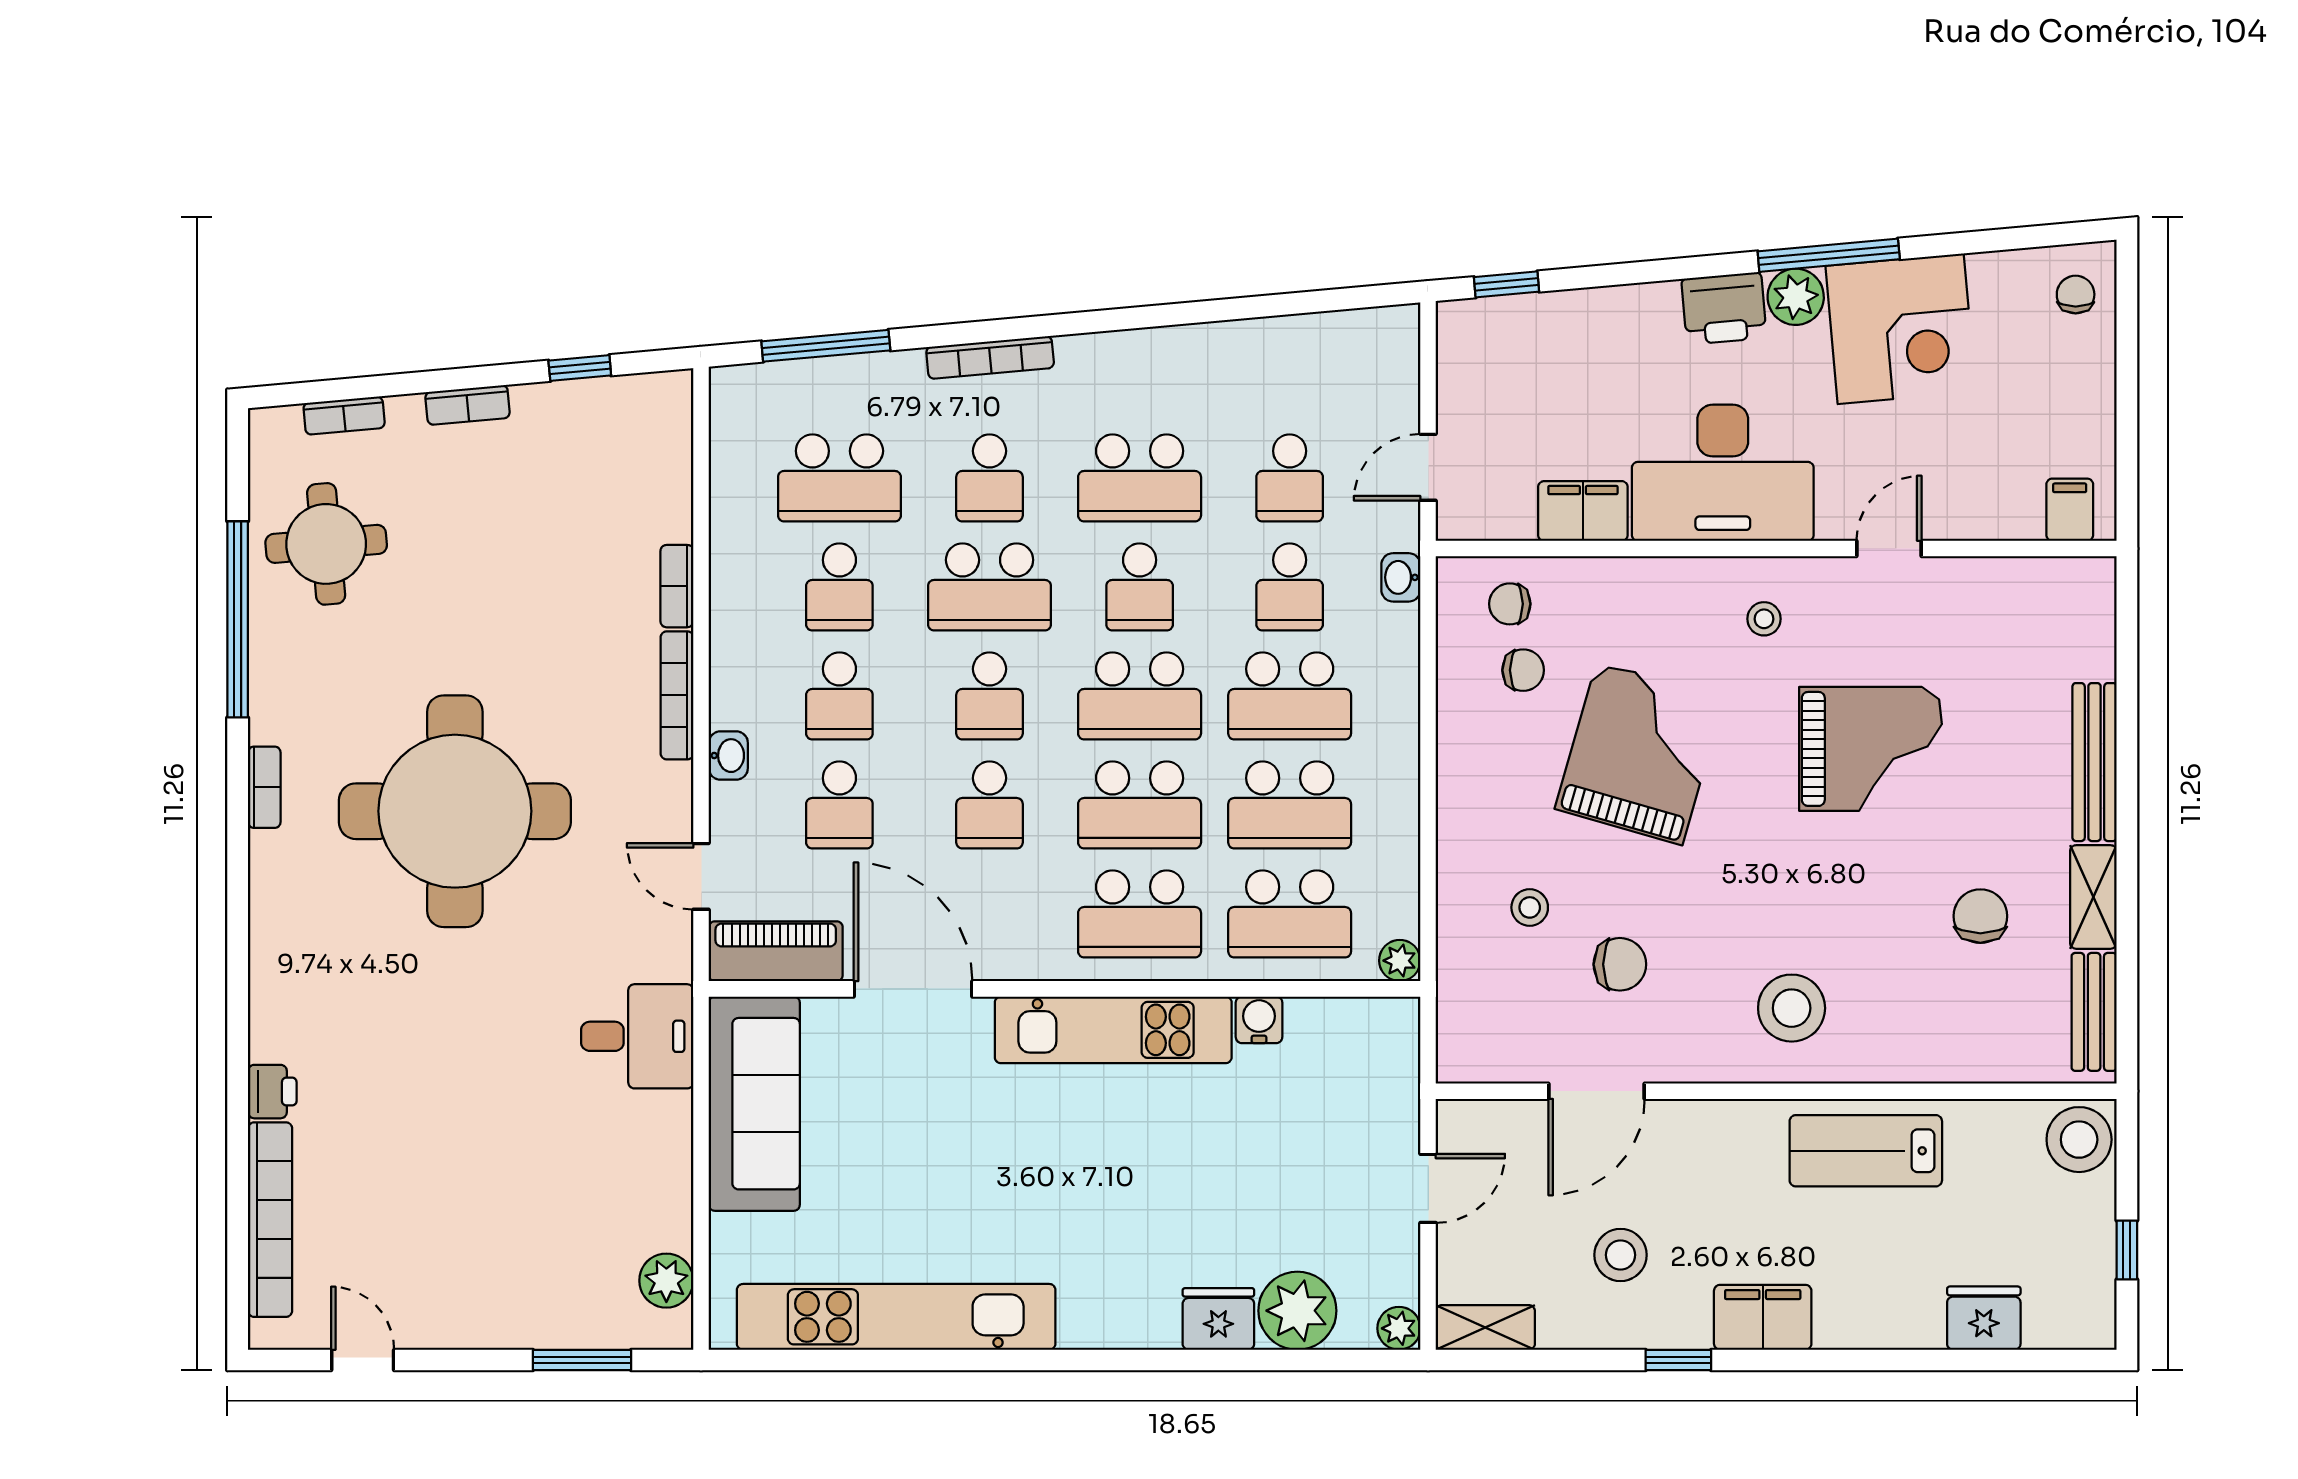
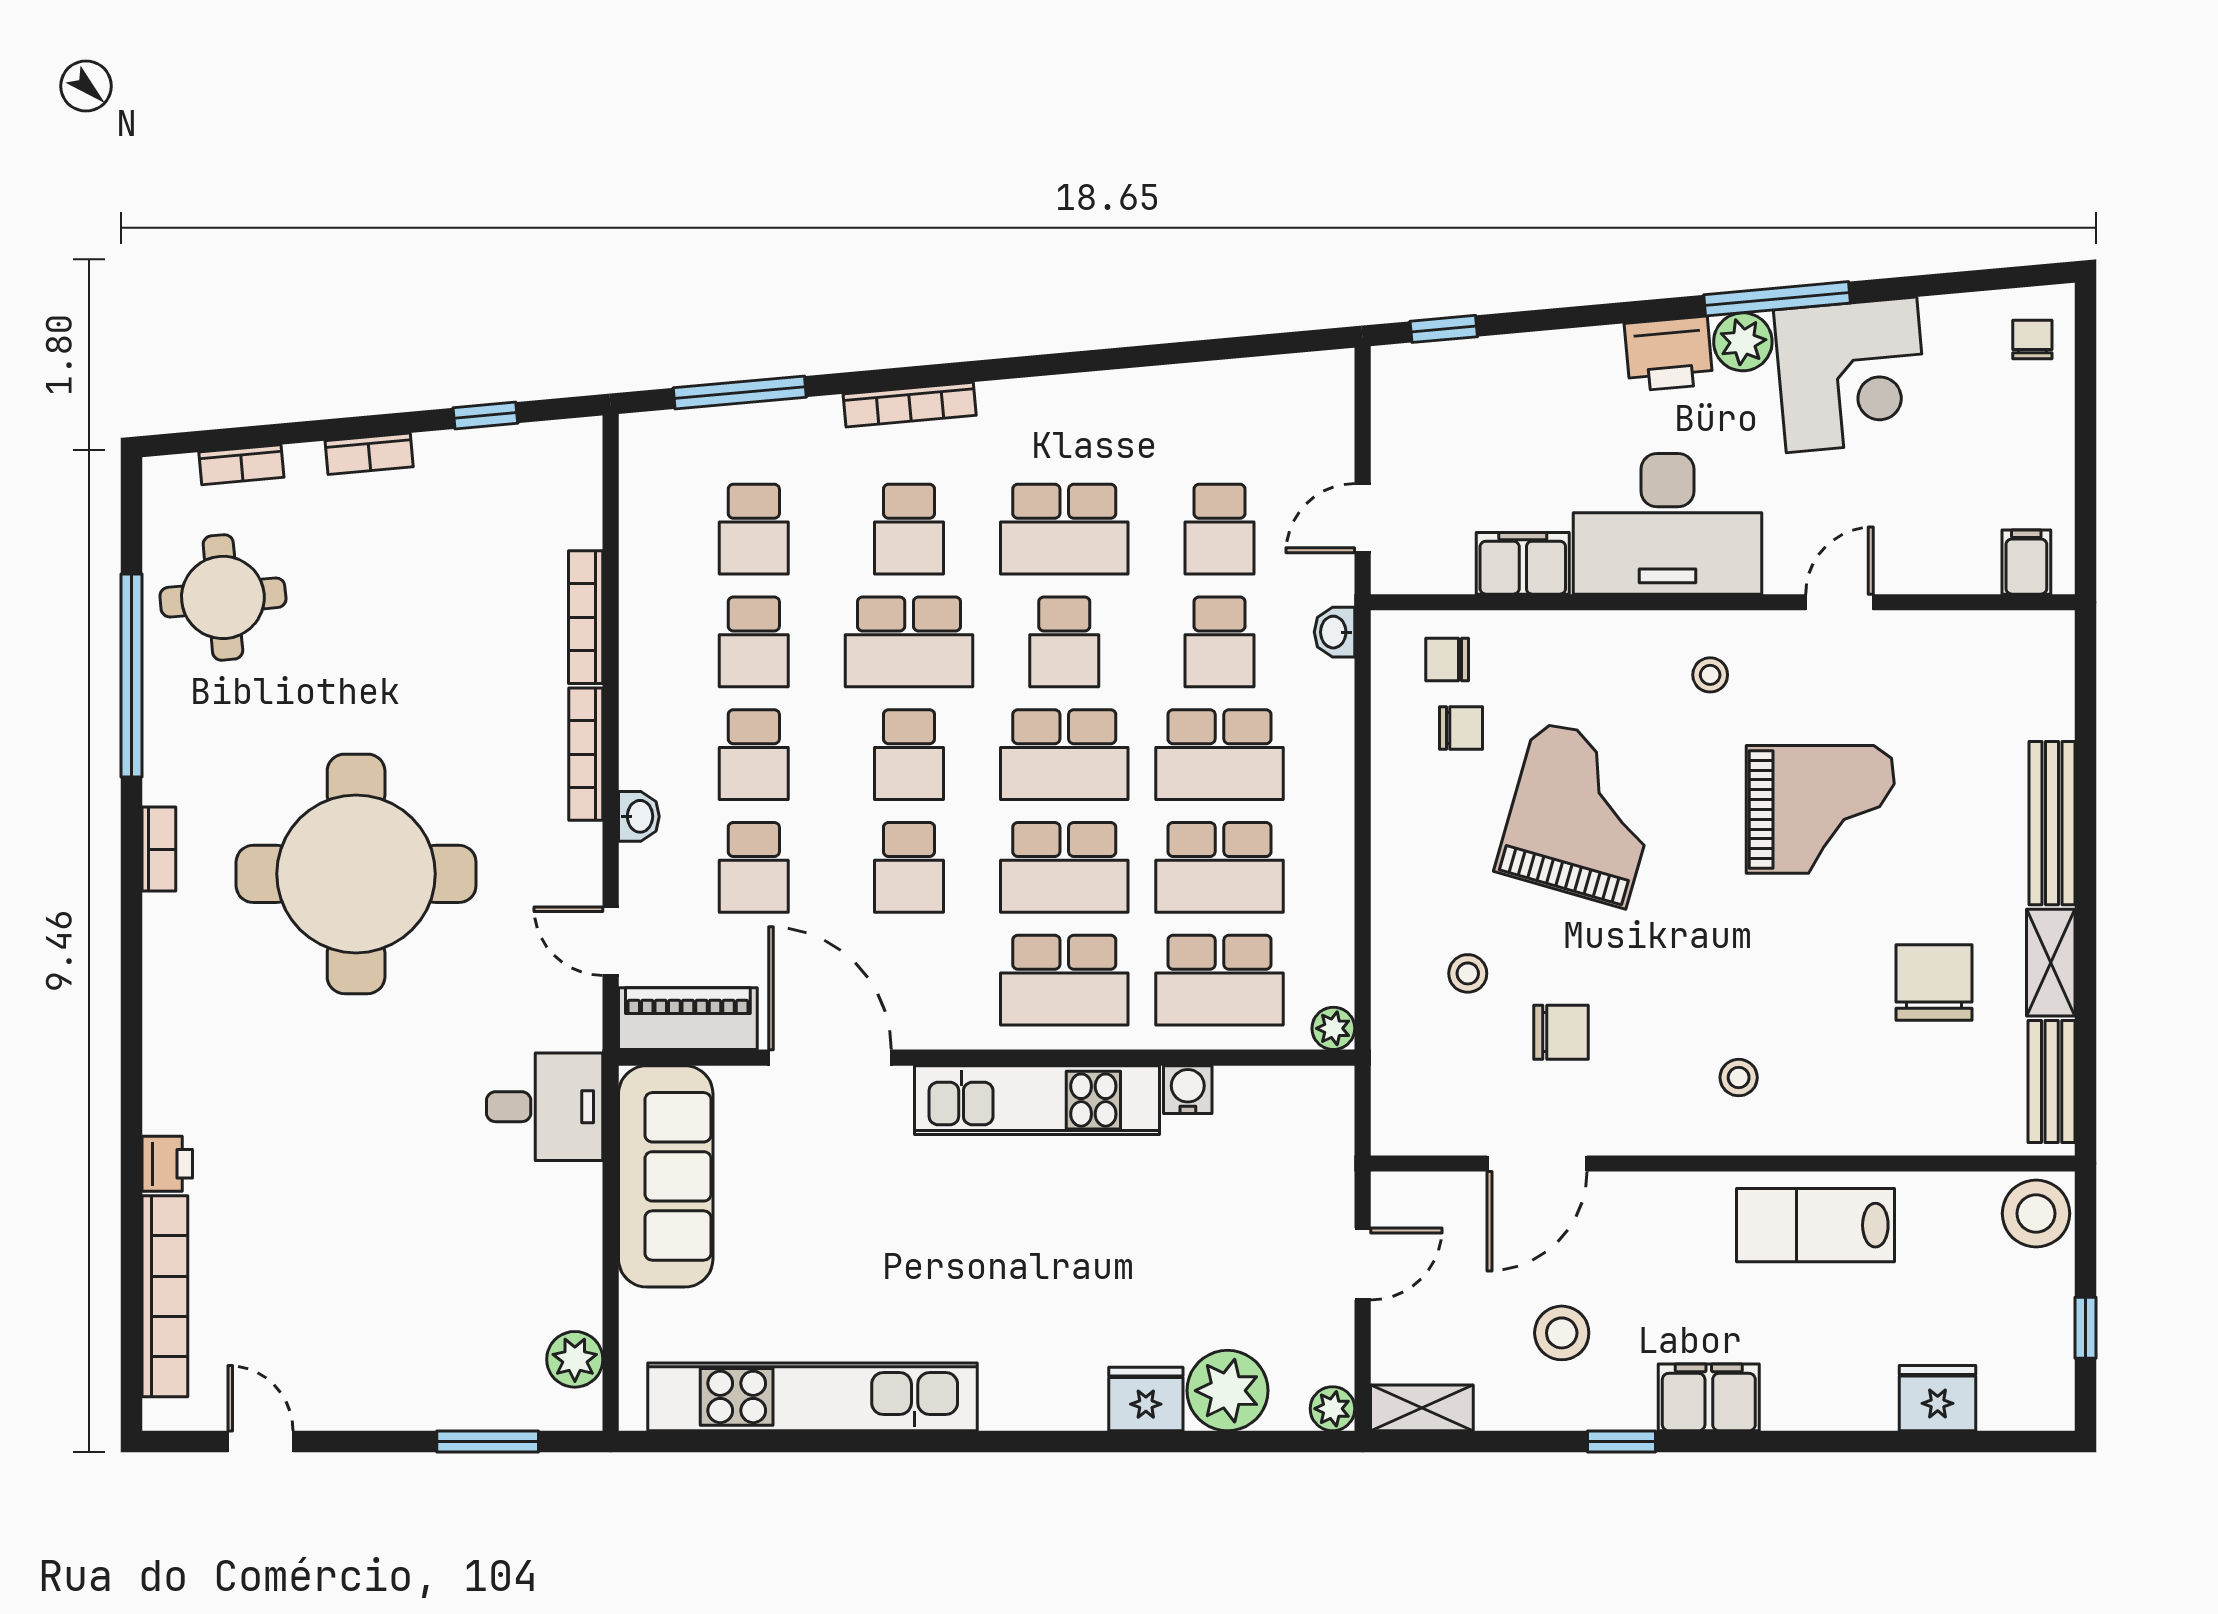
school desk: (839, 478) -> (754, 529), width x0.54
bookcase: (677, 586) -> (586, 617), width x1.56
chair: (1980, 916) -> (1934, 982), width x1.37, depth x1.37
stool: (1792, 1008) -> (1739, 1078), width x0.53, depth x0.53

